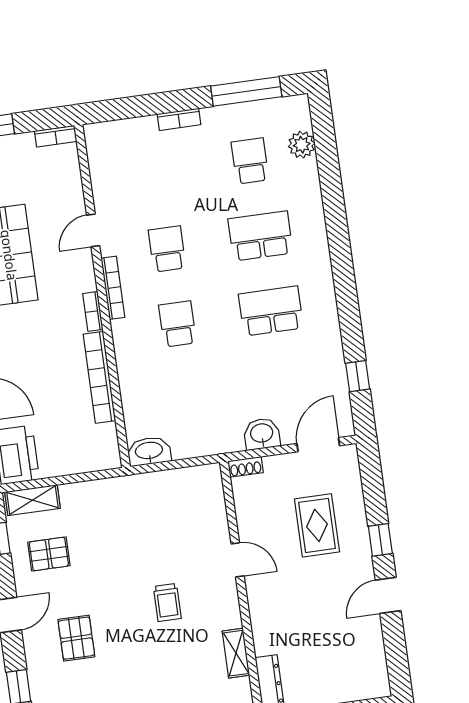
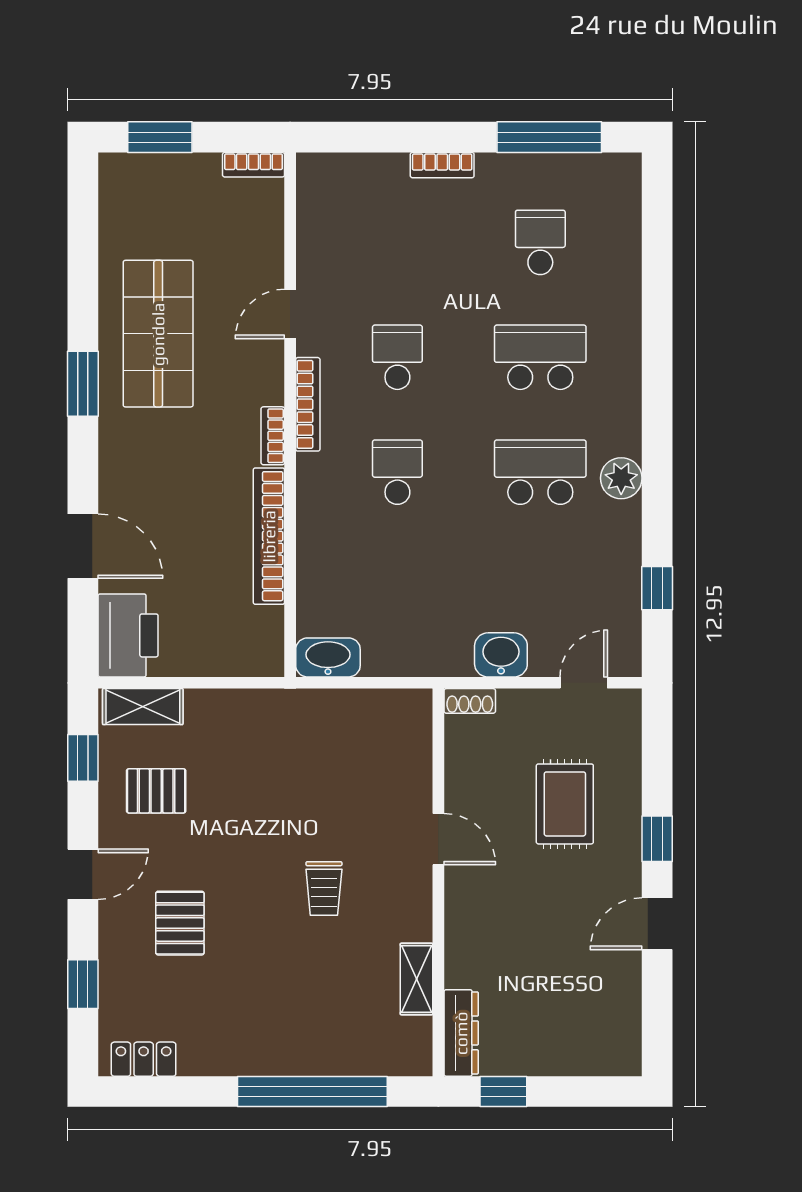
plant: (302, 145) -> (621, 478), moved
door: (318, 445) -> (584, 683), width x0.73

